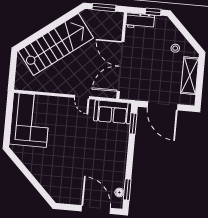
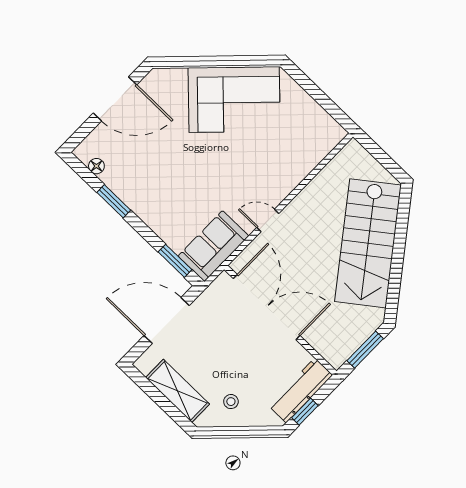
workbench: (140, 21) -> (301, 390), width x1.37
corner sofa: (30, 120) -> (234, 99), moved, turned -45
window: (127, 189) -> (114, 201), moved
door: (96, 210) -> (115, 99), moved

